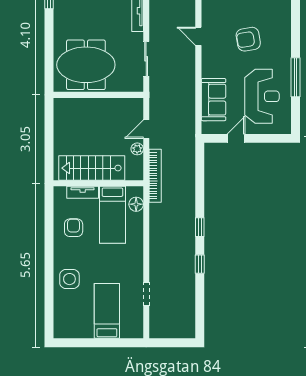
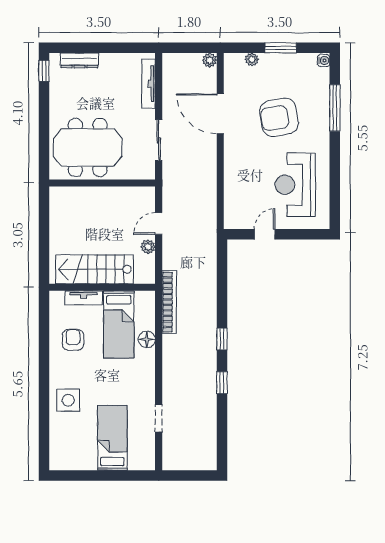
door: (198, 36) -> (220, 114), width x1.88
armchair: (248, 39) -> (279, 117), width x1.36, depth x1.36
window: (296, 77) -> (335, 108), moved
reception desk: (262, 96) -> (295, 185), turned 180
sofa: (213, 100) -> (238, 189), removed
bookcase: (155, 176) -> (169, 302), moved
floor lamp: (136, 204) -> (147, 339), moved

